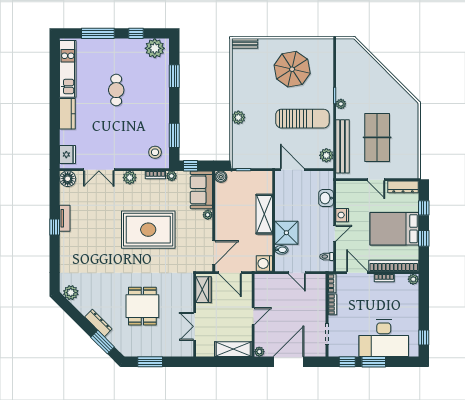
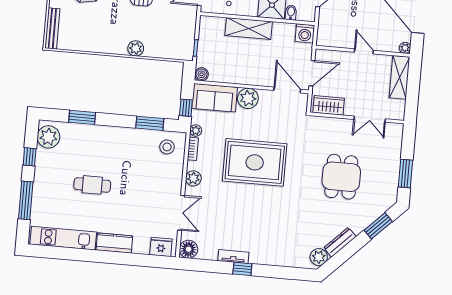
bench: (245, 43) -> (52, 28), width x1.36
plant: (208, 215) -> (248, 98), width x1.88, depth x1.88
rug: (148, 230) -> (255, 162), turned 90
dining table: (142, 306) -> (341, 177), turned 90
dresser: (98, 323) -> (340, 242), moved

